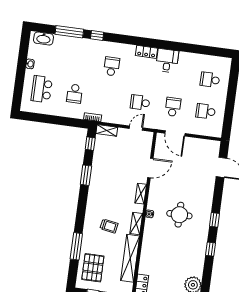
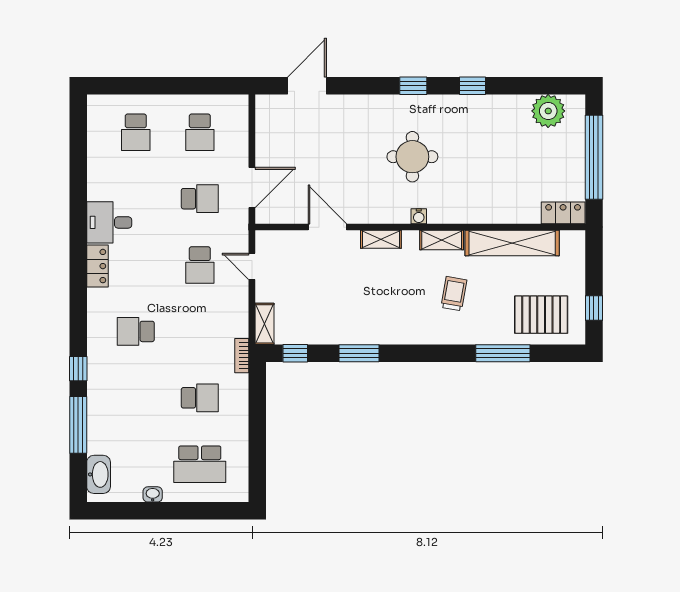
school desk: (173, 107) -> (200, 199), turned 180

